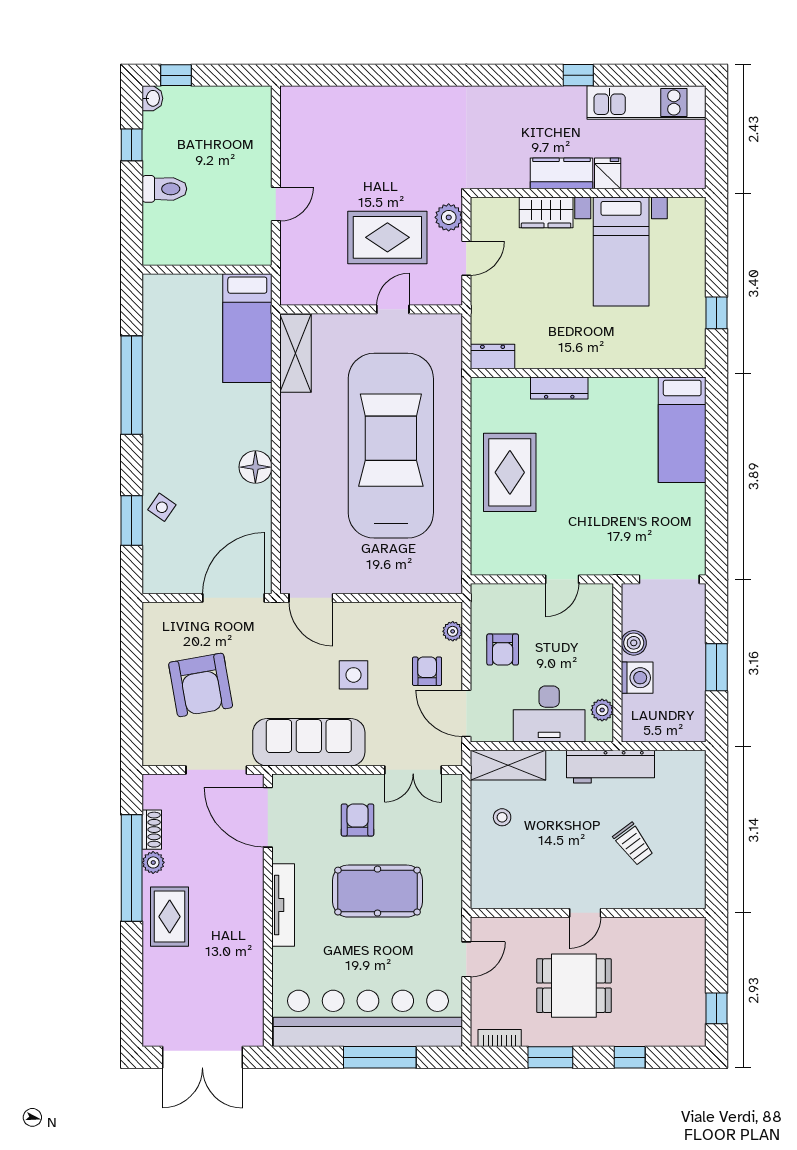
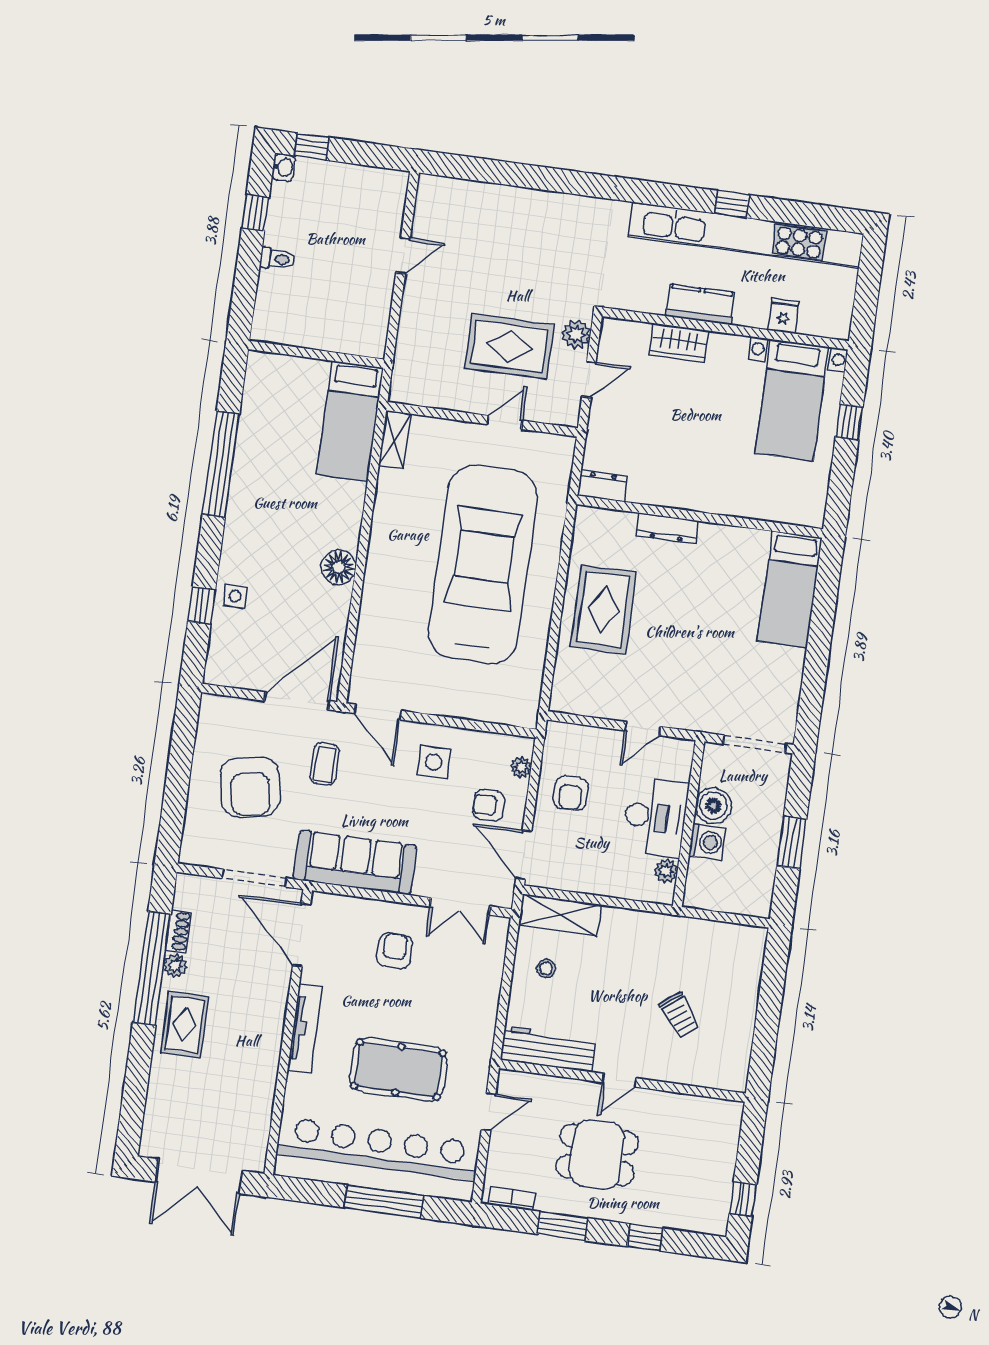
kitchen unit: (647, 103) -> (746, 235), width x1.86
fridge: (608, 173) -> (783, 316), moved
toilet: (164, 189) -> (277, 259), width x0.73, depth x0.72
door: (276, 204) -> (403, 256), moved
bed with nightstands: (621, 252) -> (792, 400), moved
window: (717, 313) -> (849, 422), moved
shelving: (295, 353) -> (394, 440), width x0.67, depth x0.75
side table: (162, 507) -> (235, 596), turned -35
window: (132, 520) -> (202, 605), width x0.67
boiler: (634, 643) -> (713, 806), width x1.36, depth x1.36
coffee table: (268, 654) -> (325, 764), added
armchair: (427, 671) -> (489, 805), turned -90
side table: (353, 675) -> (434, 762), moved
desk: (549, 714) -> (655, 817), moved, turned -90
workbench: (610, 767) -> (548, 1049), moved, turned 180
pool table: (378, 891) -> (398, 1070), moved

